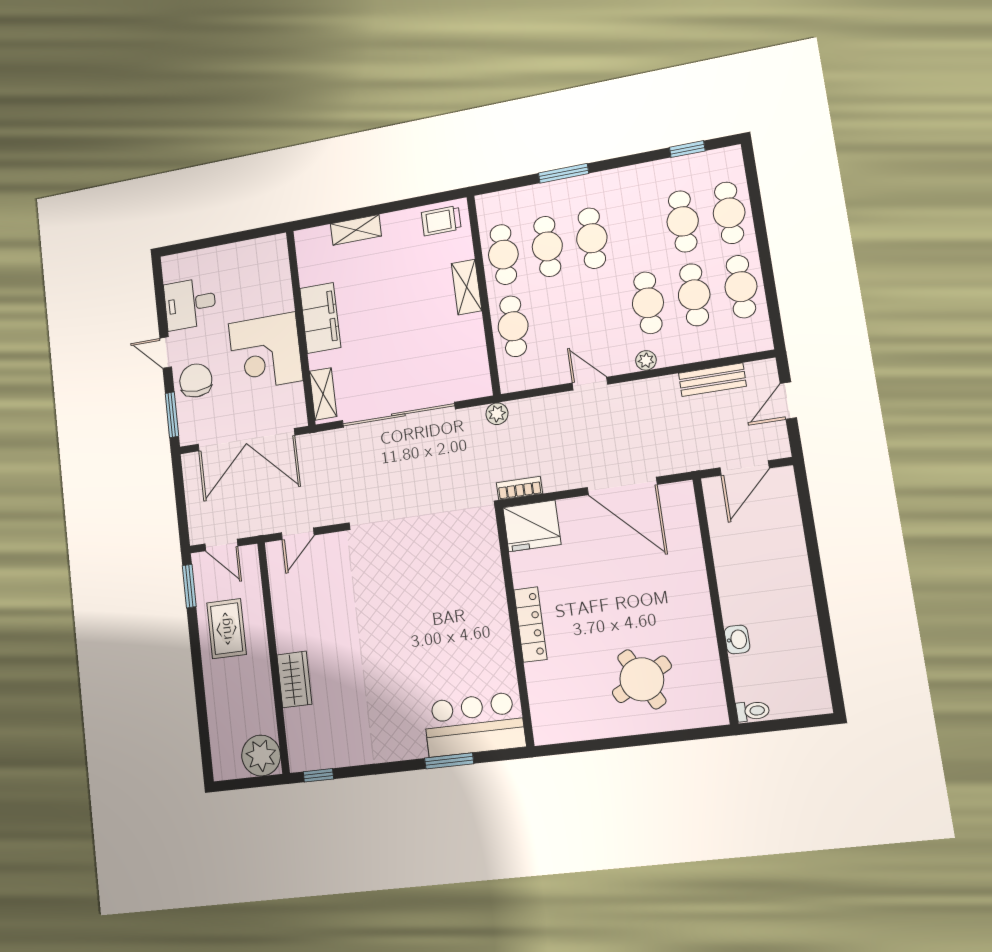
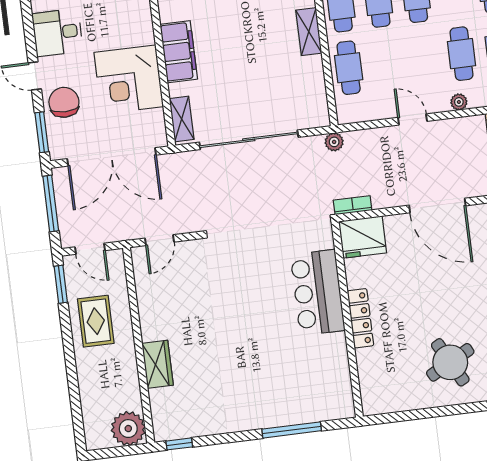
window: (180, 494) -> (51, 203), added
bar counter: (474, 724) -> (318, 292), moved, turned -90
window: (449, 761) -> (292, 430), width x1.44

